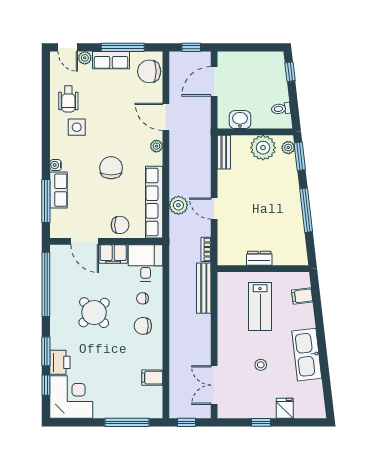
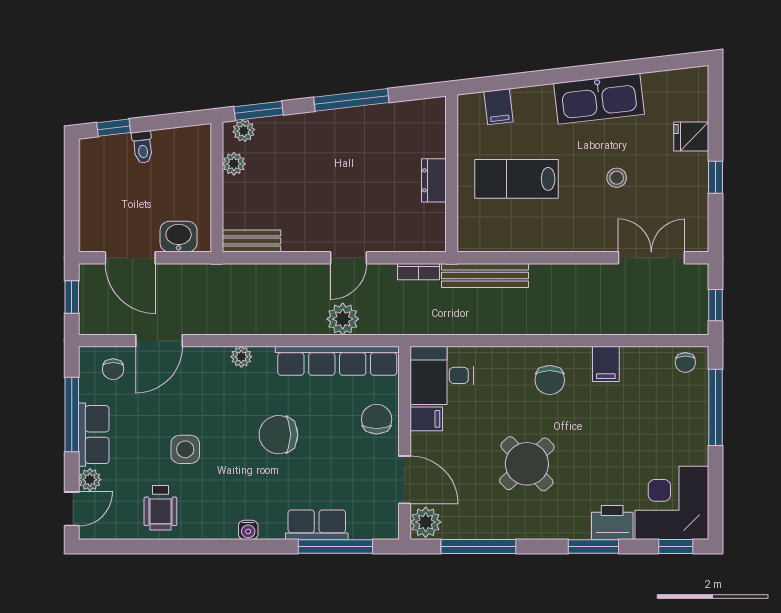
chair: (149, 71) -> (113, 369), width x0.54, depth x0.54
wheelchair: (68, 99) -> (160, 508), turned 90
toilet: (281, 109) -> (143, 147), moved
door: (166, 117) -> (159, 341), moved
washbasin: (240, 120) -> (179, 237), moved, turned 90
side table: (77, 127) -> (185, 449), moved
plant: (263, 148) -> (234, 164), width x0.53, depth x0.53
water cooler: (56, 165) -> (248, 530), moved
door: (85, 241) -> (405, 480), hinge flipped
plant: (60, 254) -> (426, 522), added
filing cabinet: (113, 254) -> (426, 419), width x0.50
window: (46, 284) -> (478, 546), width x0.68
chair: (143, 298) -> (685, 363), moved
lab bench: (260, 307) -> (517, 179), turned 180
filing cabinet: (152, 378) -> (606, 364), moved
window: (46, 385) -> (676, 546), moved
double door: (214, 385) -> (651, 258), swing flipped

